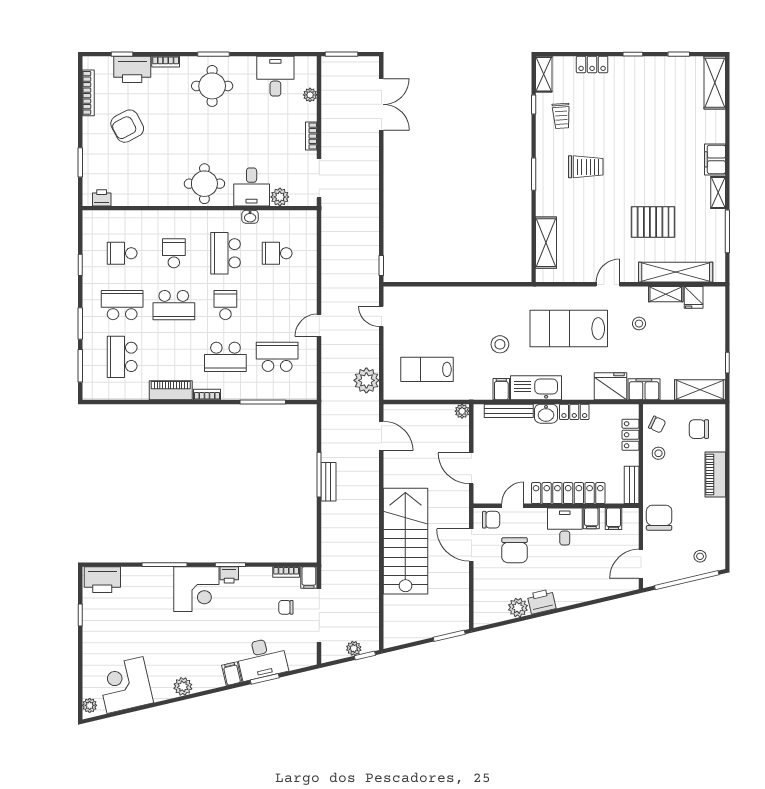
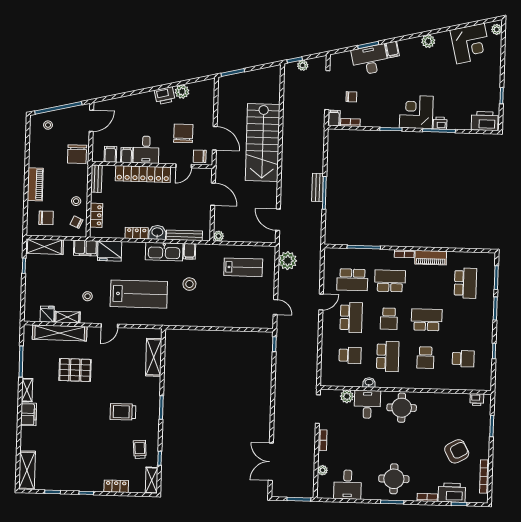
school desk: (122, 305) -> (351, 318), moved, turned -90
printer: (229, 575) -> (440, 123), moved

